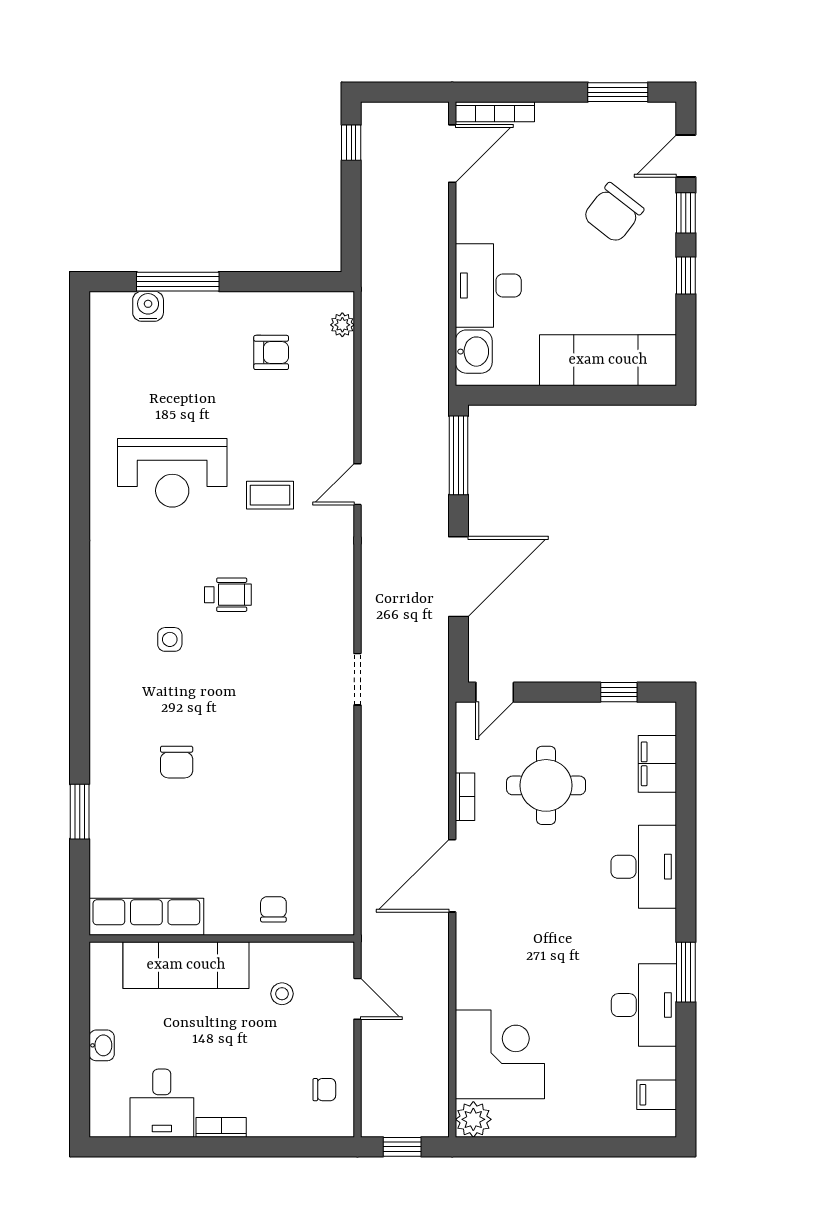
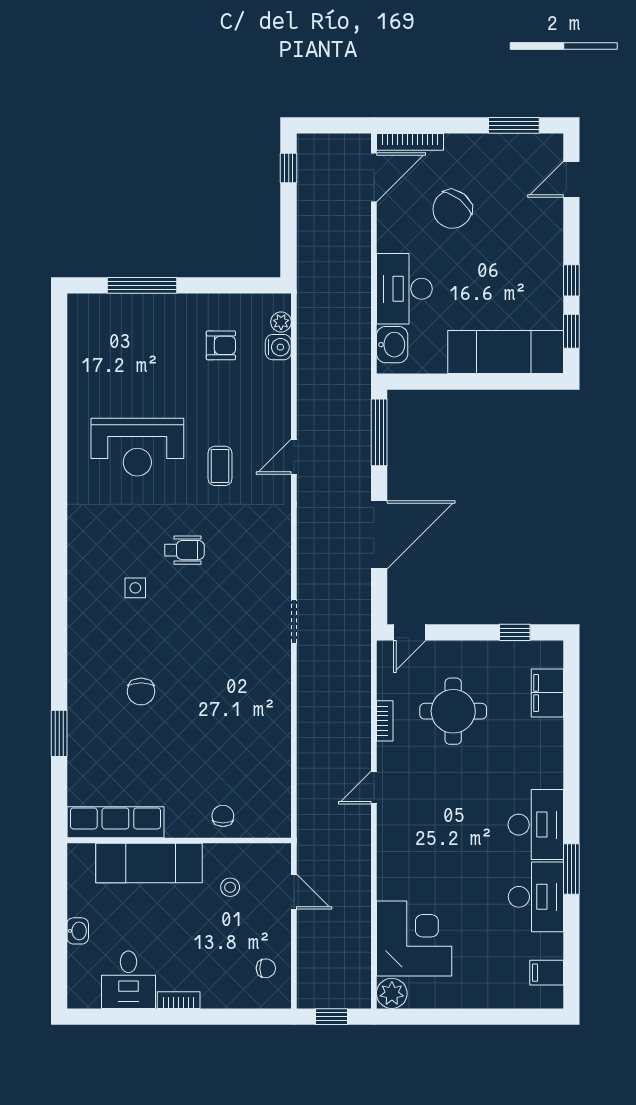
chair: (613, 213) -> (452, 209), moved
window: (686, 213) -> (571, 331), moved
water cooler: (148, 306) -> (278, 347), moved, turned 90
coffee table: (270, 495) -> (220, 466), turned 90
desk: (644, 867) -> (536, 825), moved
door: (452, 876) -> (374, 788), width x0.53

